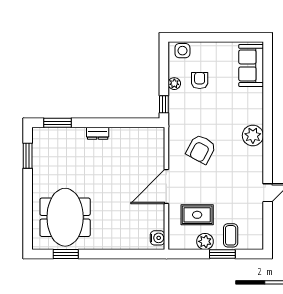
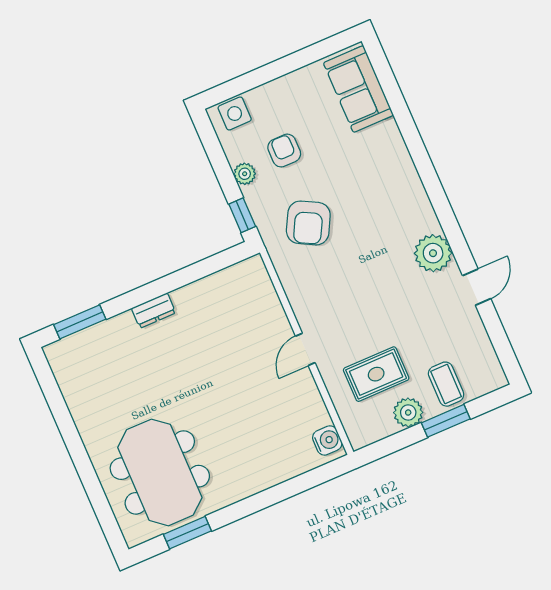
plant: (253, 136) -> (433, 253), moved
armchair: (201, 149) -> (308, 223), moved
window: (28, 156) -> (54, 398), removed
door: (166, 187) -> (305, 349), width x0.53

